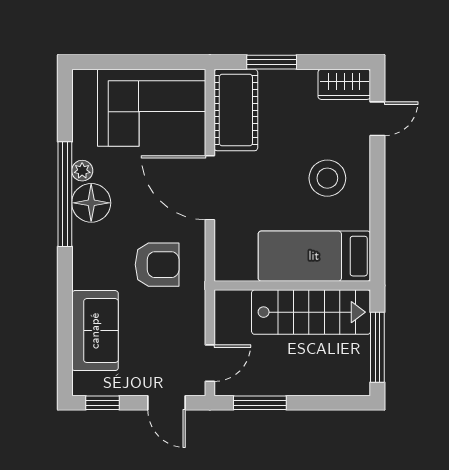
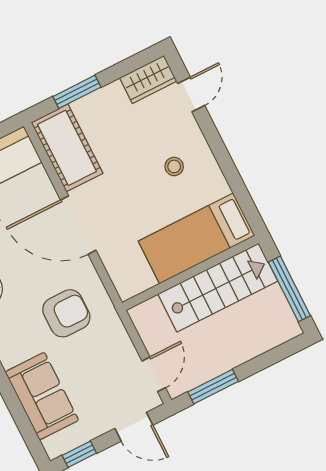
stool: (327, 178) -> (174, 166), width x0.53, depth x0.53

